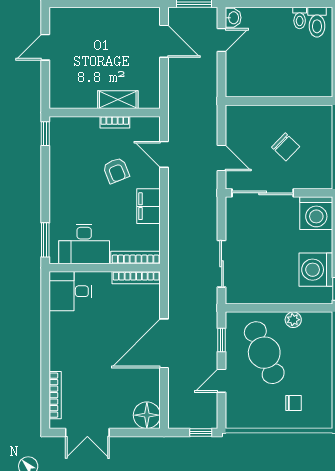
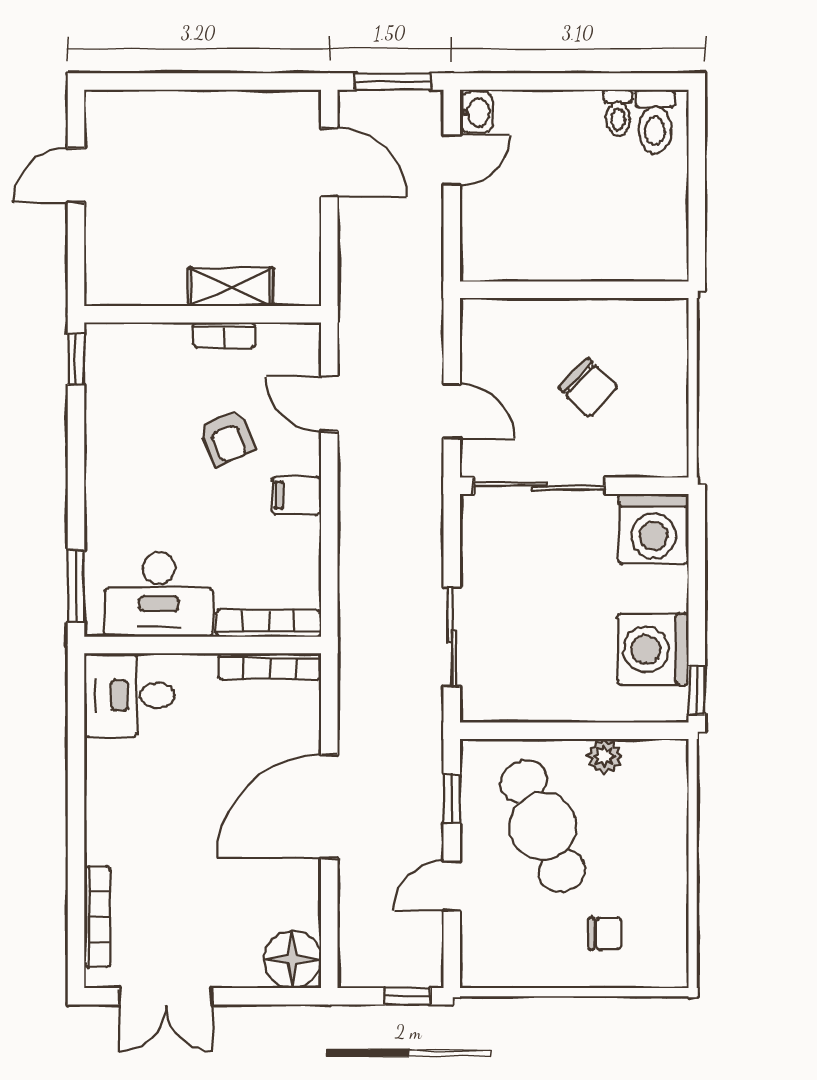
filing cabinet: (149, 206) -> (296, 495), width x0.50

